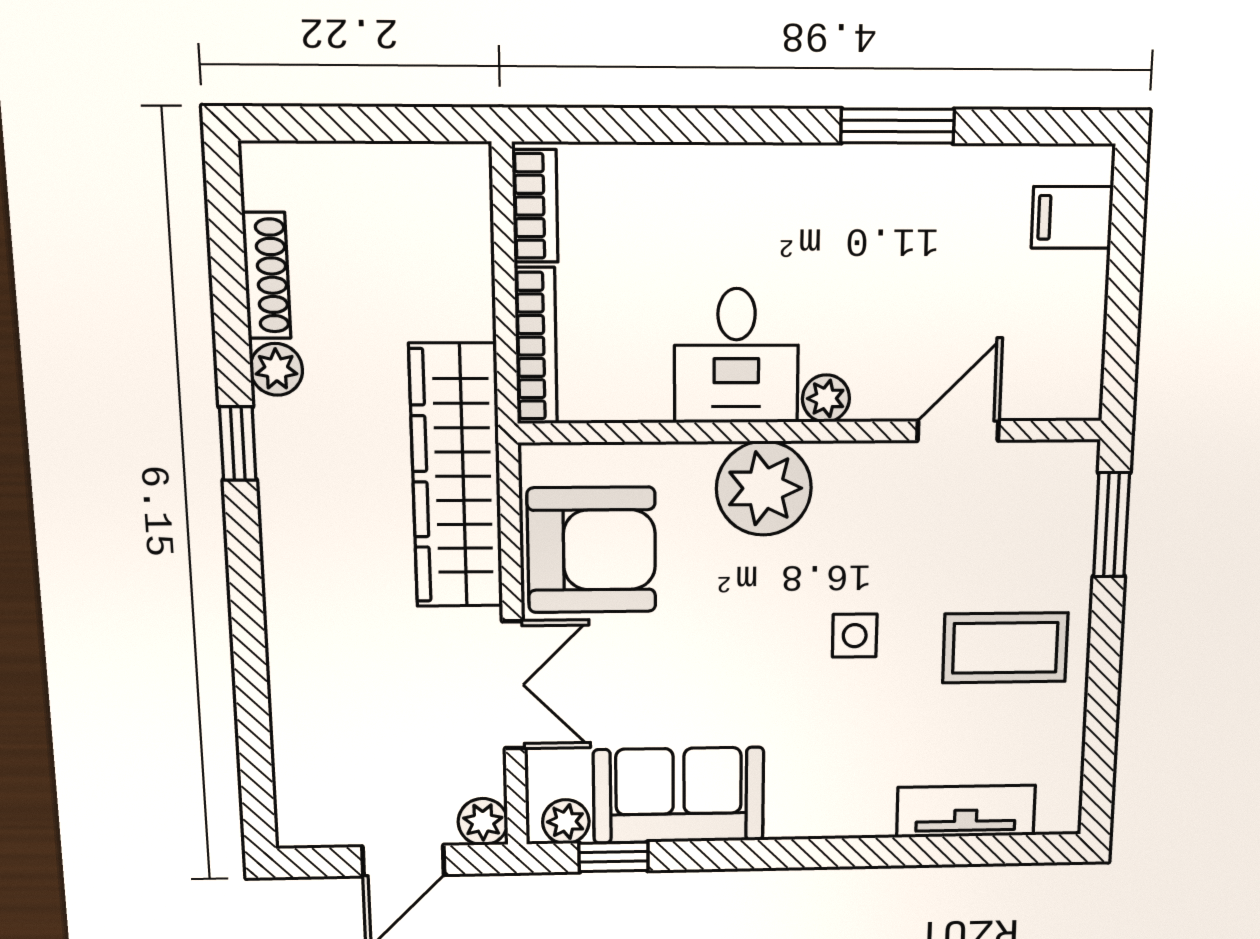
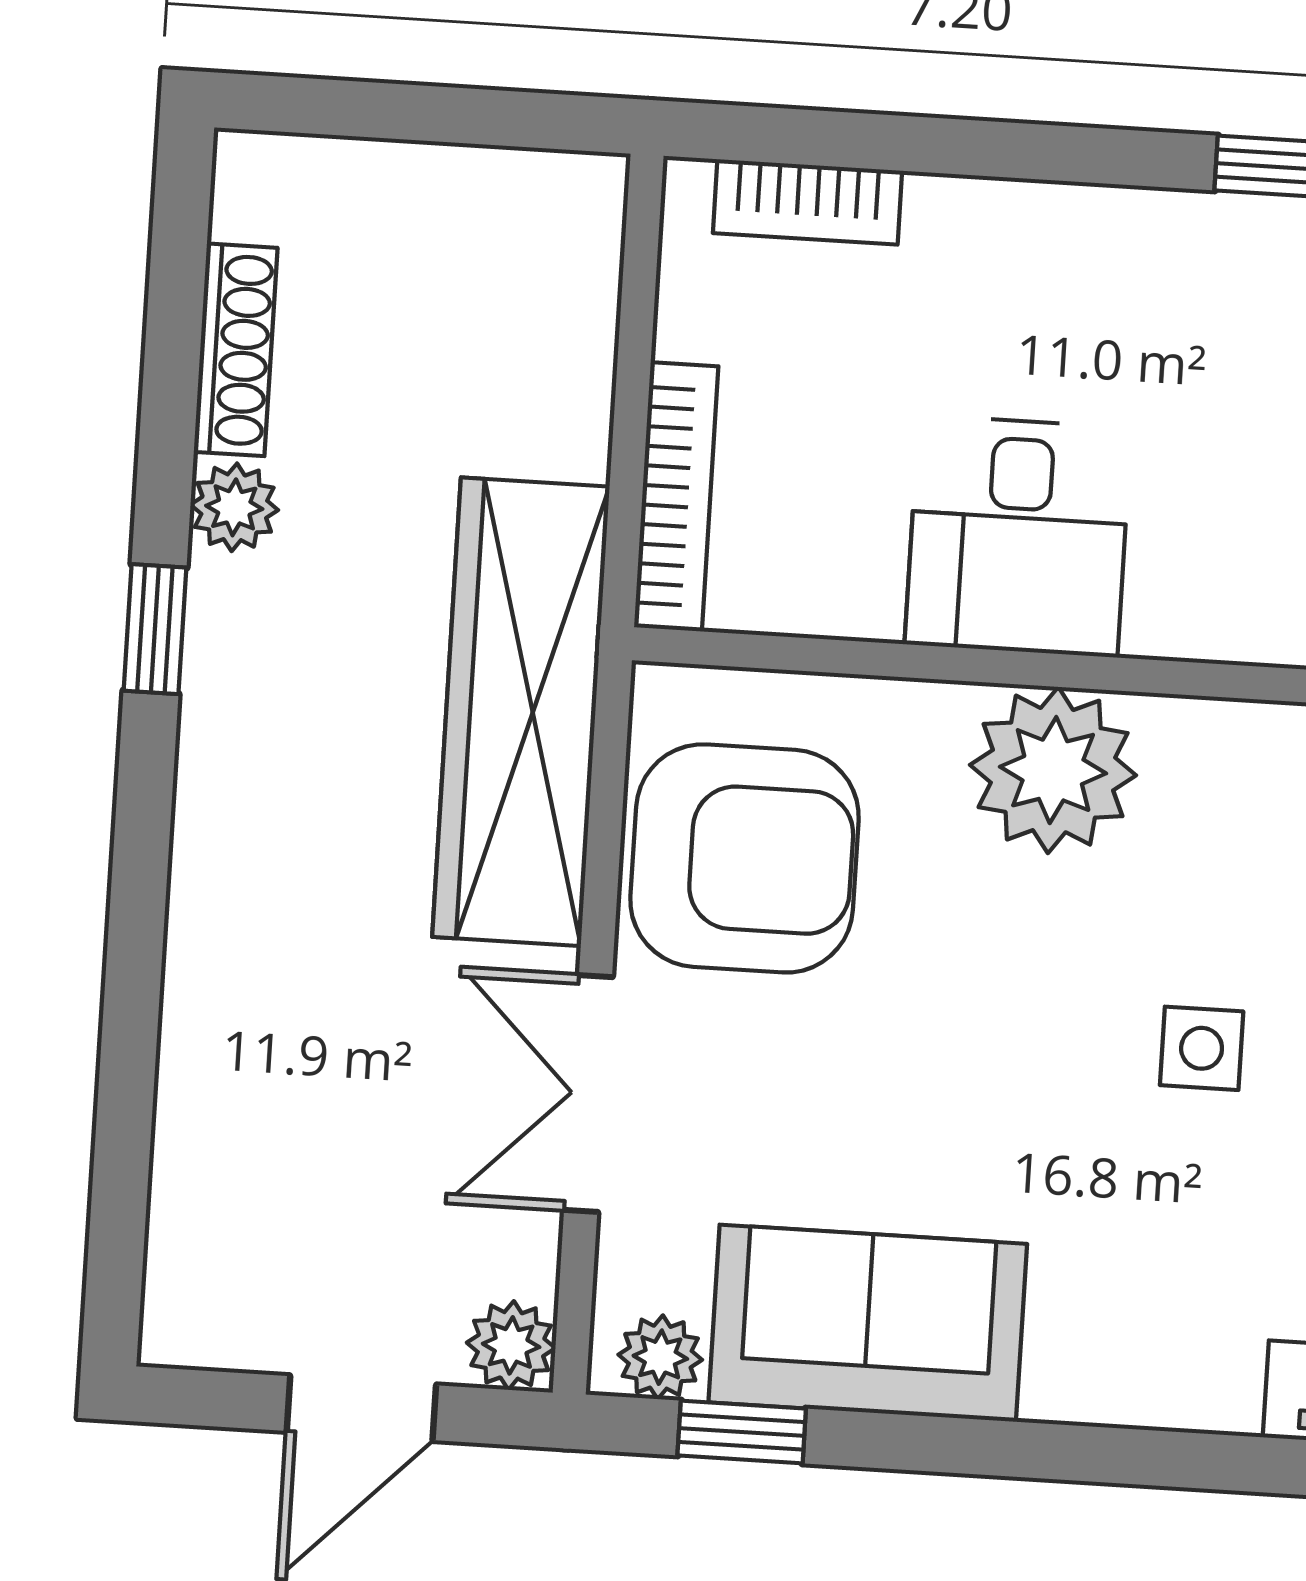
bookcase: (535, 206) -> (808, 202), moved, turned 90
plant: (826, 398) -> (1170, 620), removed
double door: (514, 685) -> (588, 1094), swing flipped

